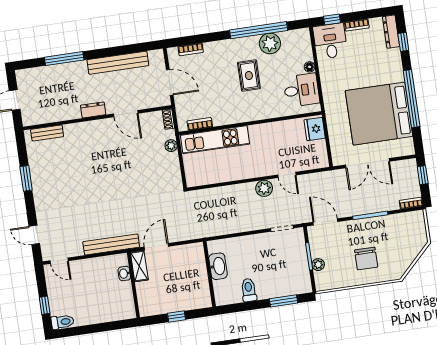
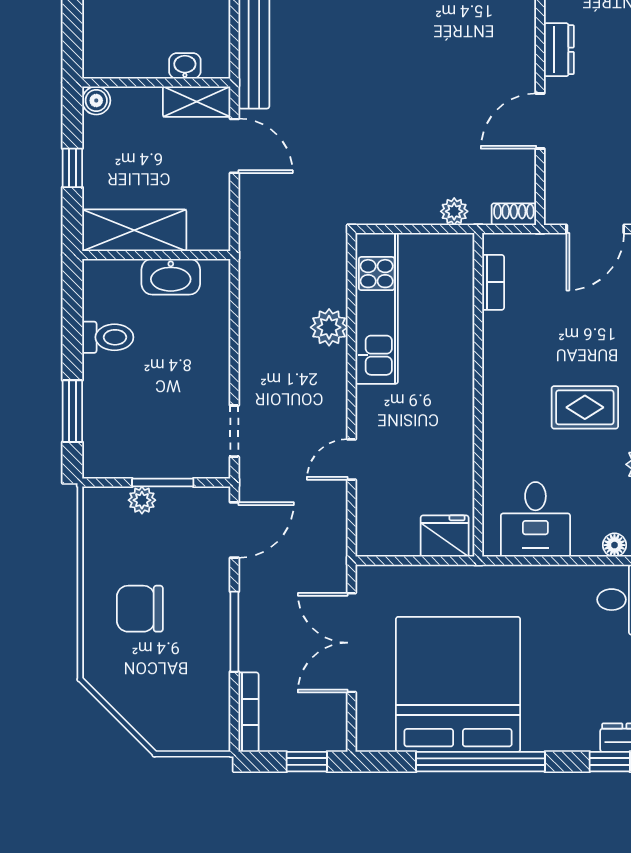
floor lamp: (310, 67) -> (614, 545), moved
kitchen unit: (215, 140) -> (377, 308), moved, turned 180
plant: (264, 188) -> (329, 327), moved
bookcase: (411, 203) -> (248, 712), width x1.56
shelving: (200, 285) -> (134, 230), added
boiler: (145, 310) -> (96, 101), added

